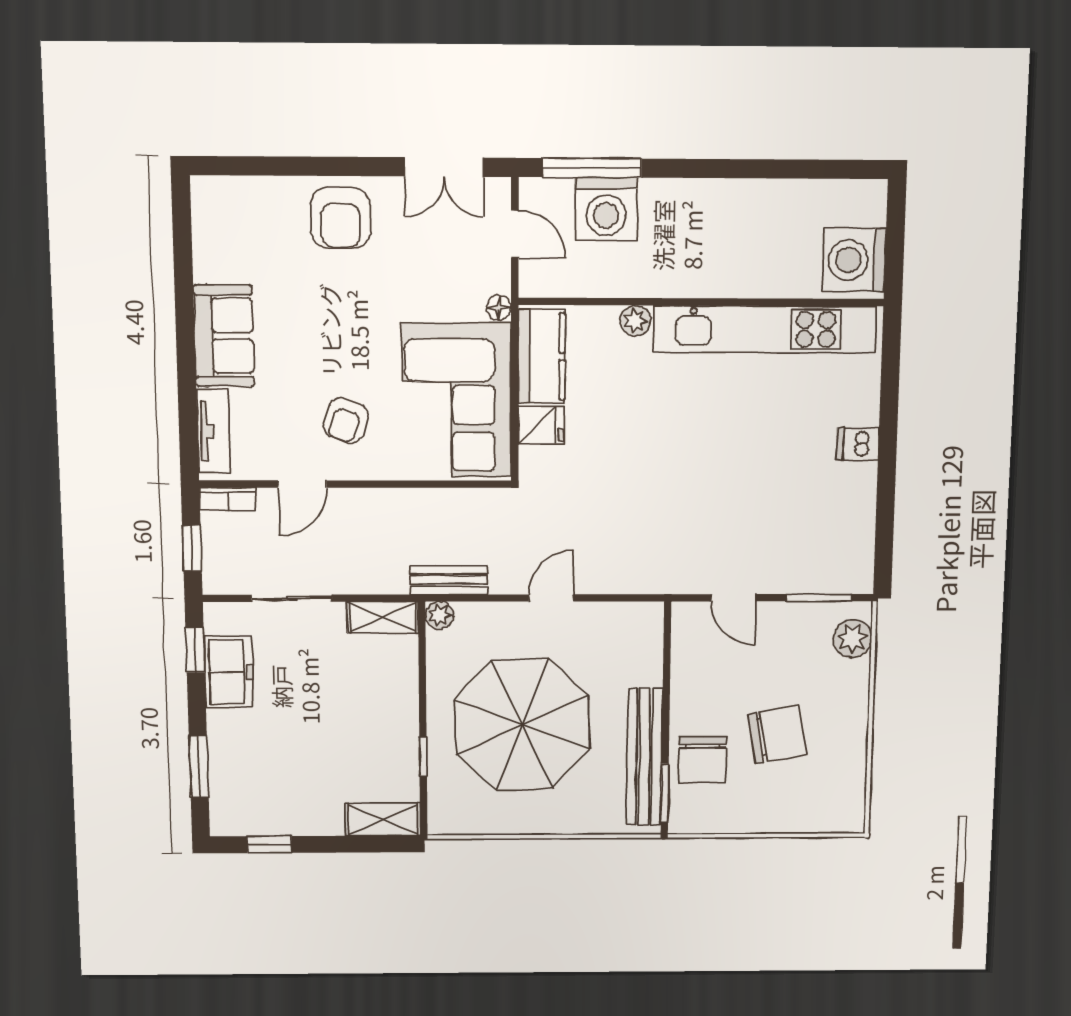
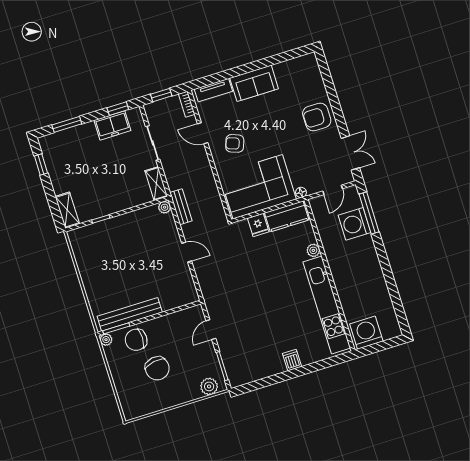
double door: (444, 167) -> (350, 153), swing flipped
parasol: (522, 725) -> (128, 257), removed
plant: (681, 821) -> (106, 340), added

